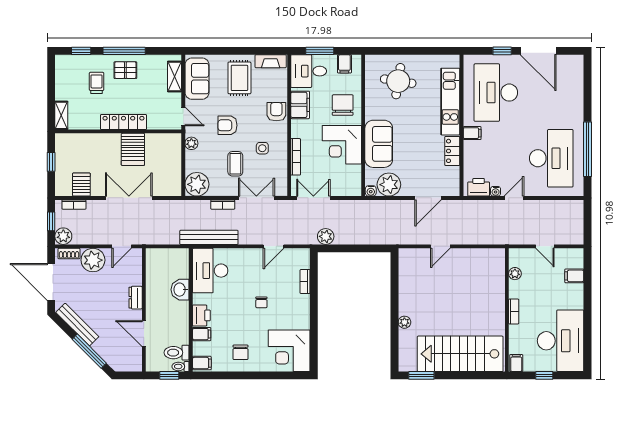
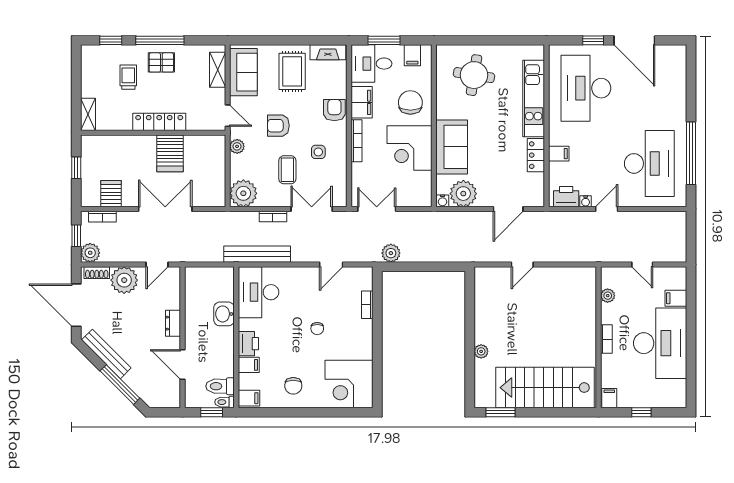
filing cabinet: (472, 133) -> (559, 154), moved
bookcase: (296, 157) -> (356, 141), moved
desk: (561, 341) -> (660, 343), moved

